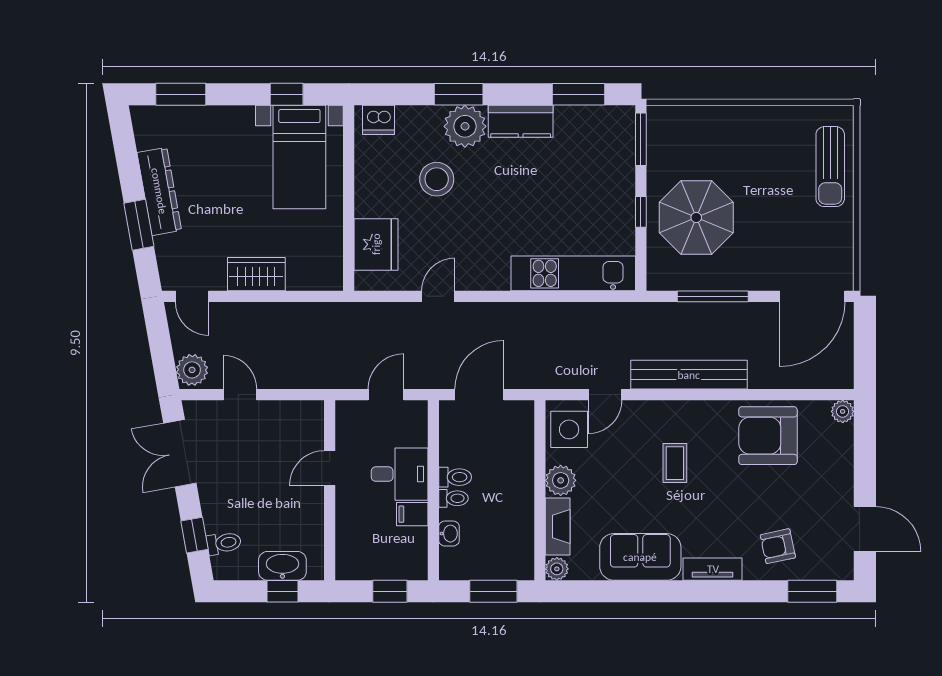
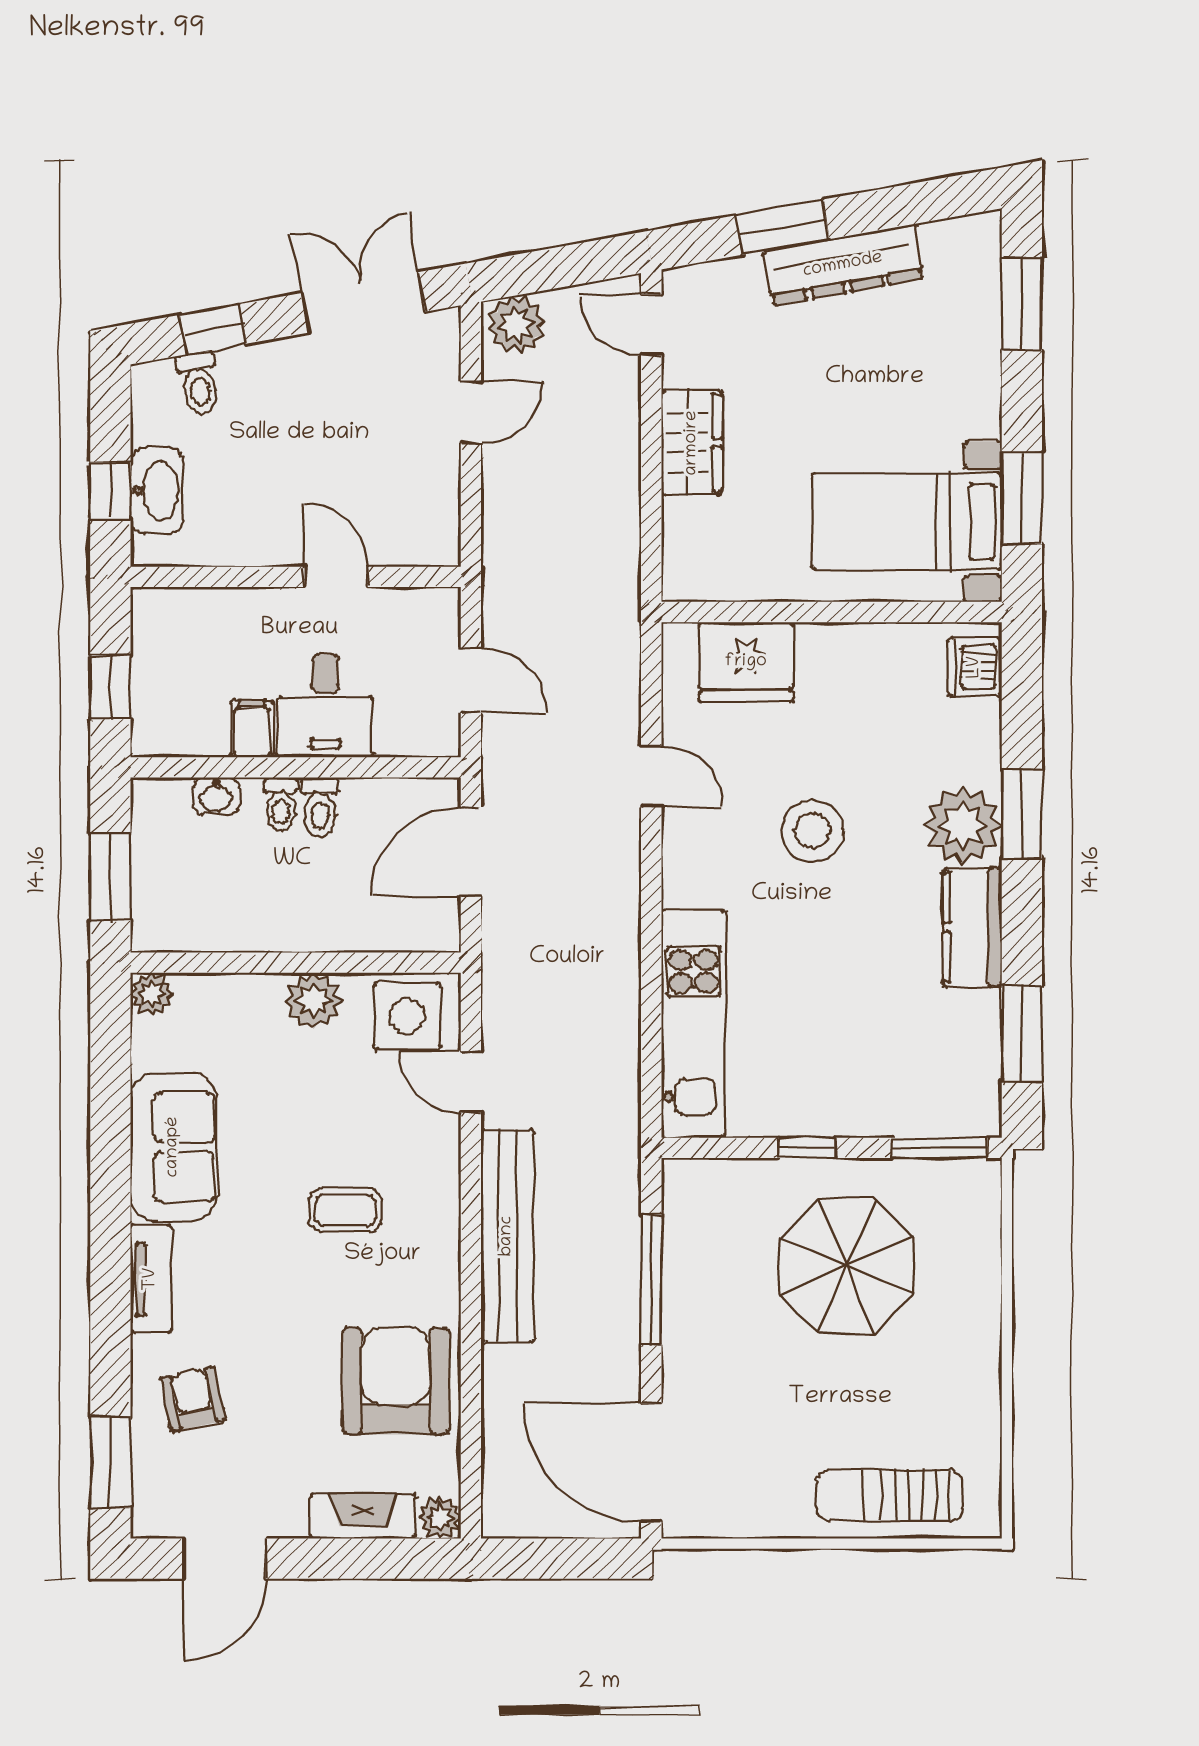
window: (287, 94) -> (1022, 498), width x1.50
stool: (437, 179) -> (813, 831), moved
parasol: (696, 218) -> (846, 1266), moved
door: (192, 296) -> (651, 325), hinge flipped
door: (479, 395) -> (471, 852), swing flipped
fireplace: (558, 527) -> (363, 1516), moved, turned 180

